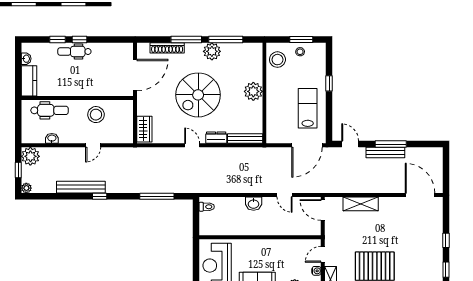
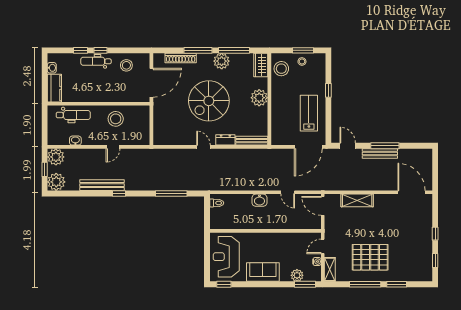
stool: (108, 56) -> (126, 65), added
wardrobe: (144, 129) -> (261, 65), moved, turned 180
plant: (26, 188) -> (56, 182), width x1.88, depth x1.88

